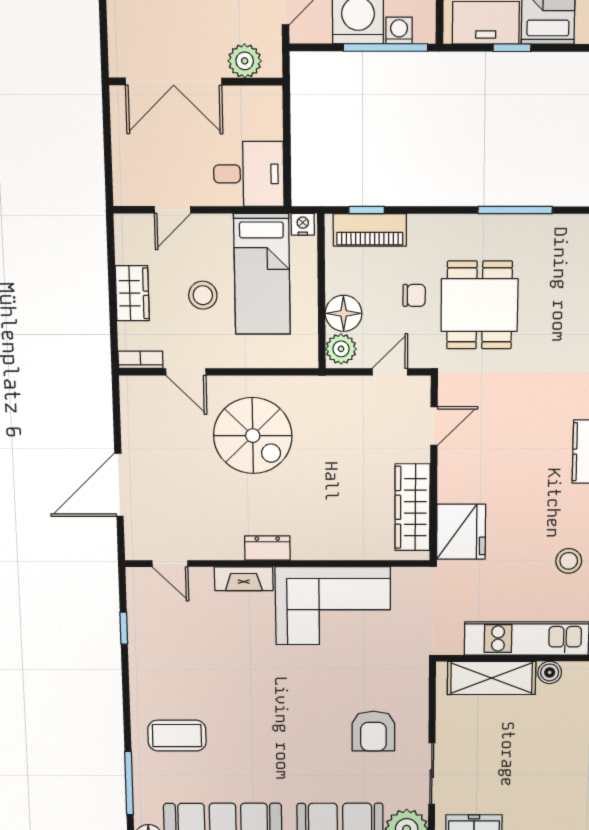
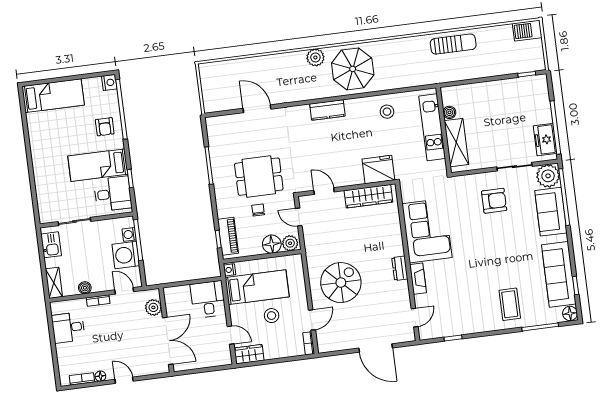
wardrobe: (132, 293) -> (249, 354), moved

